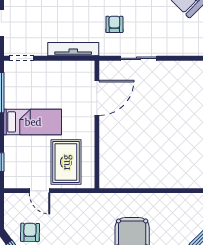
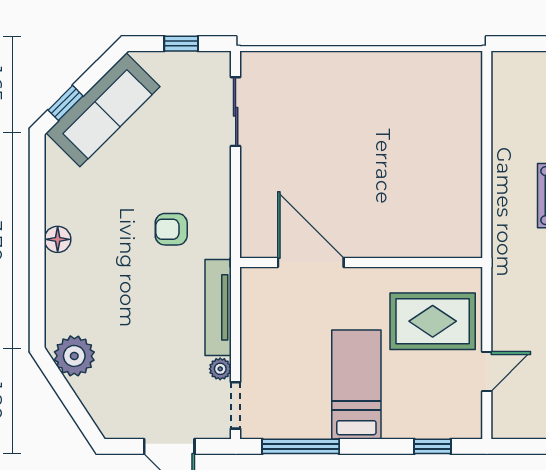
plant: (41, 50) -> (220, 369), added
sliding door: (138, 58) -> (236, 112), moved

